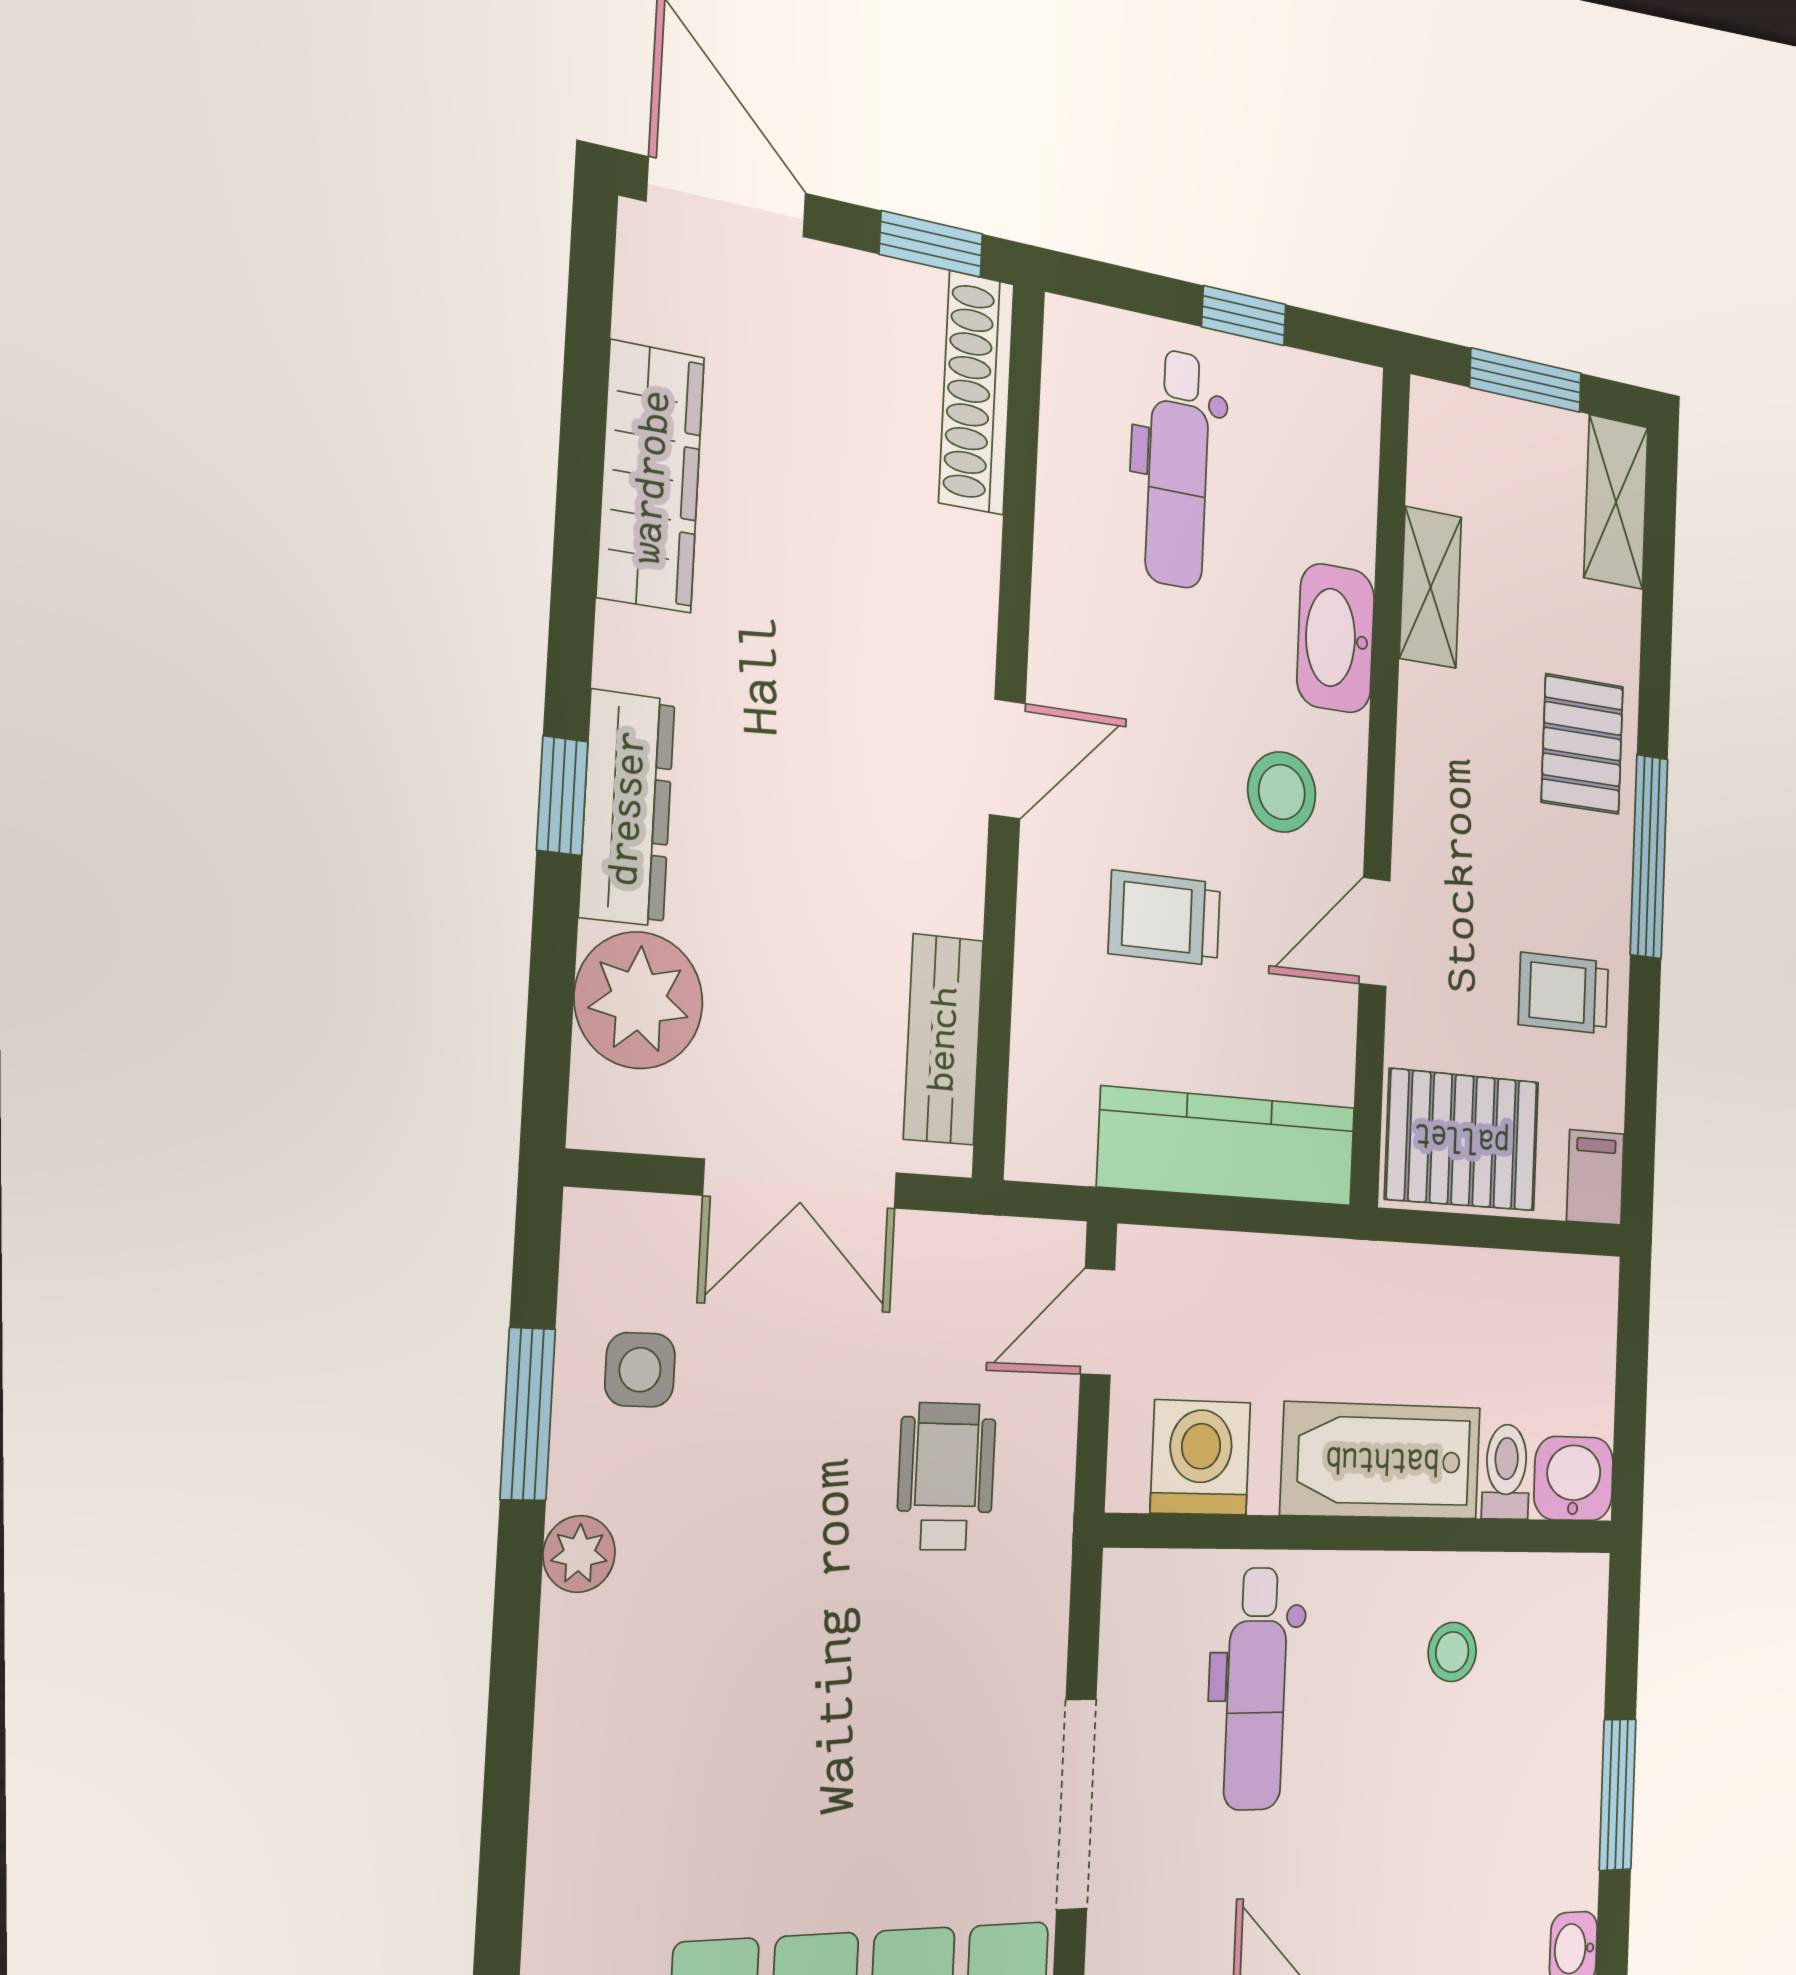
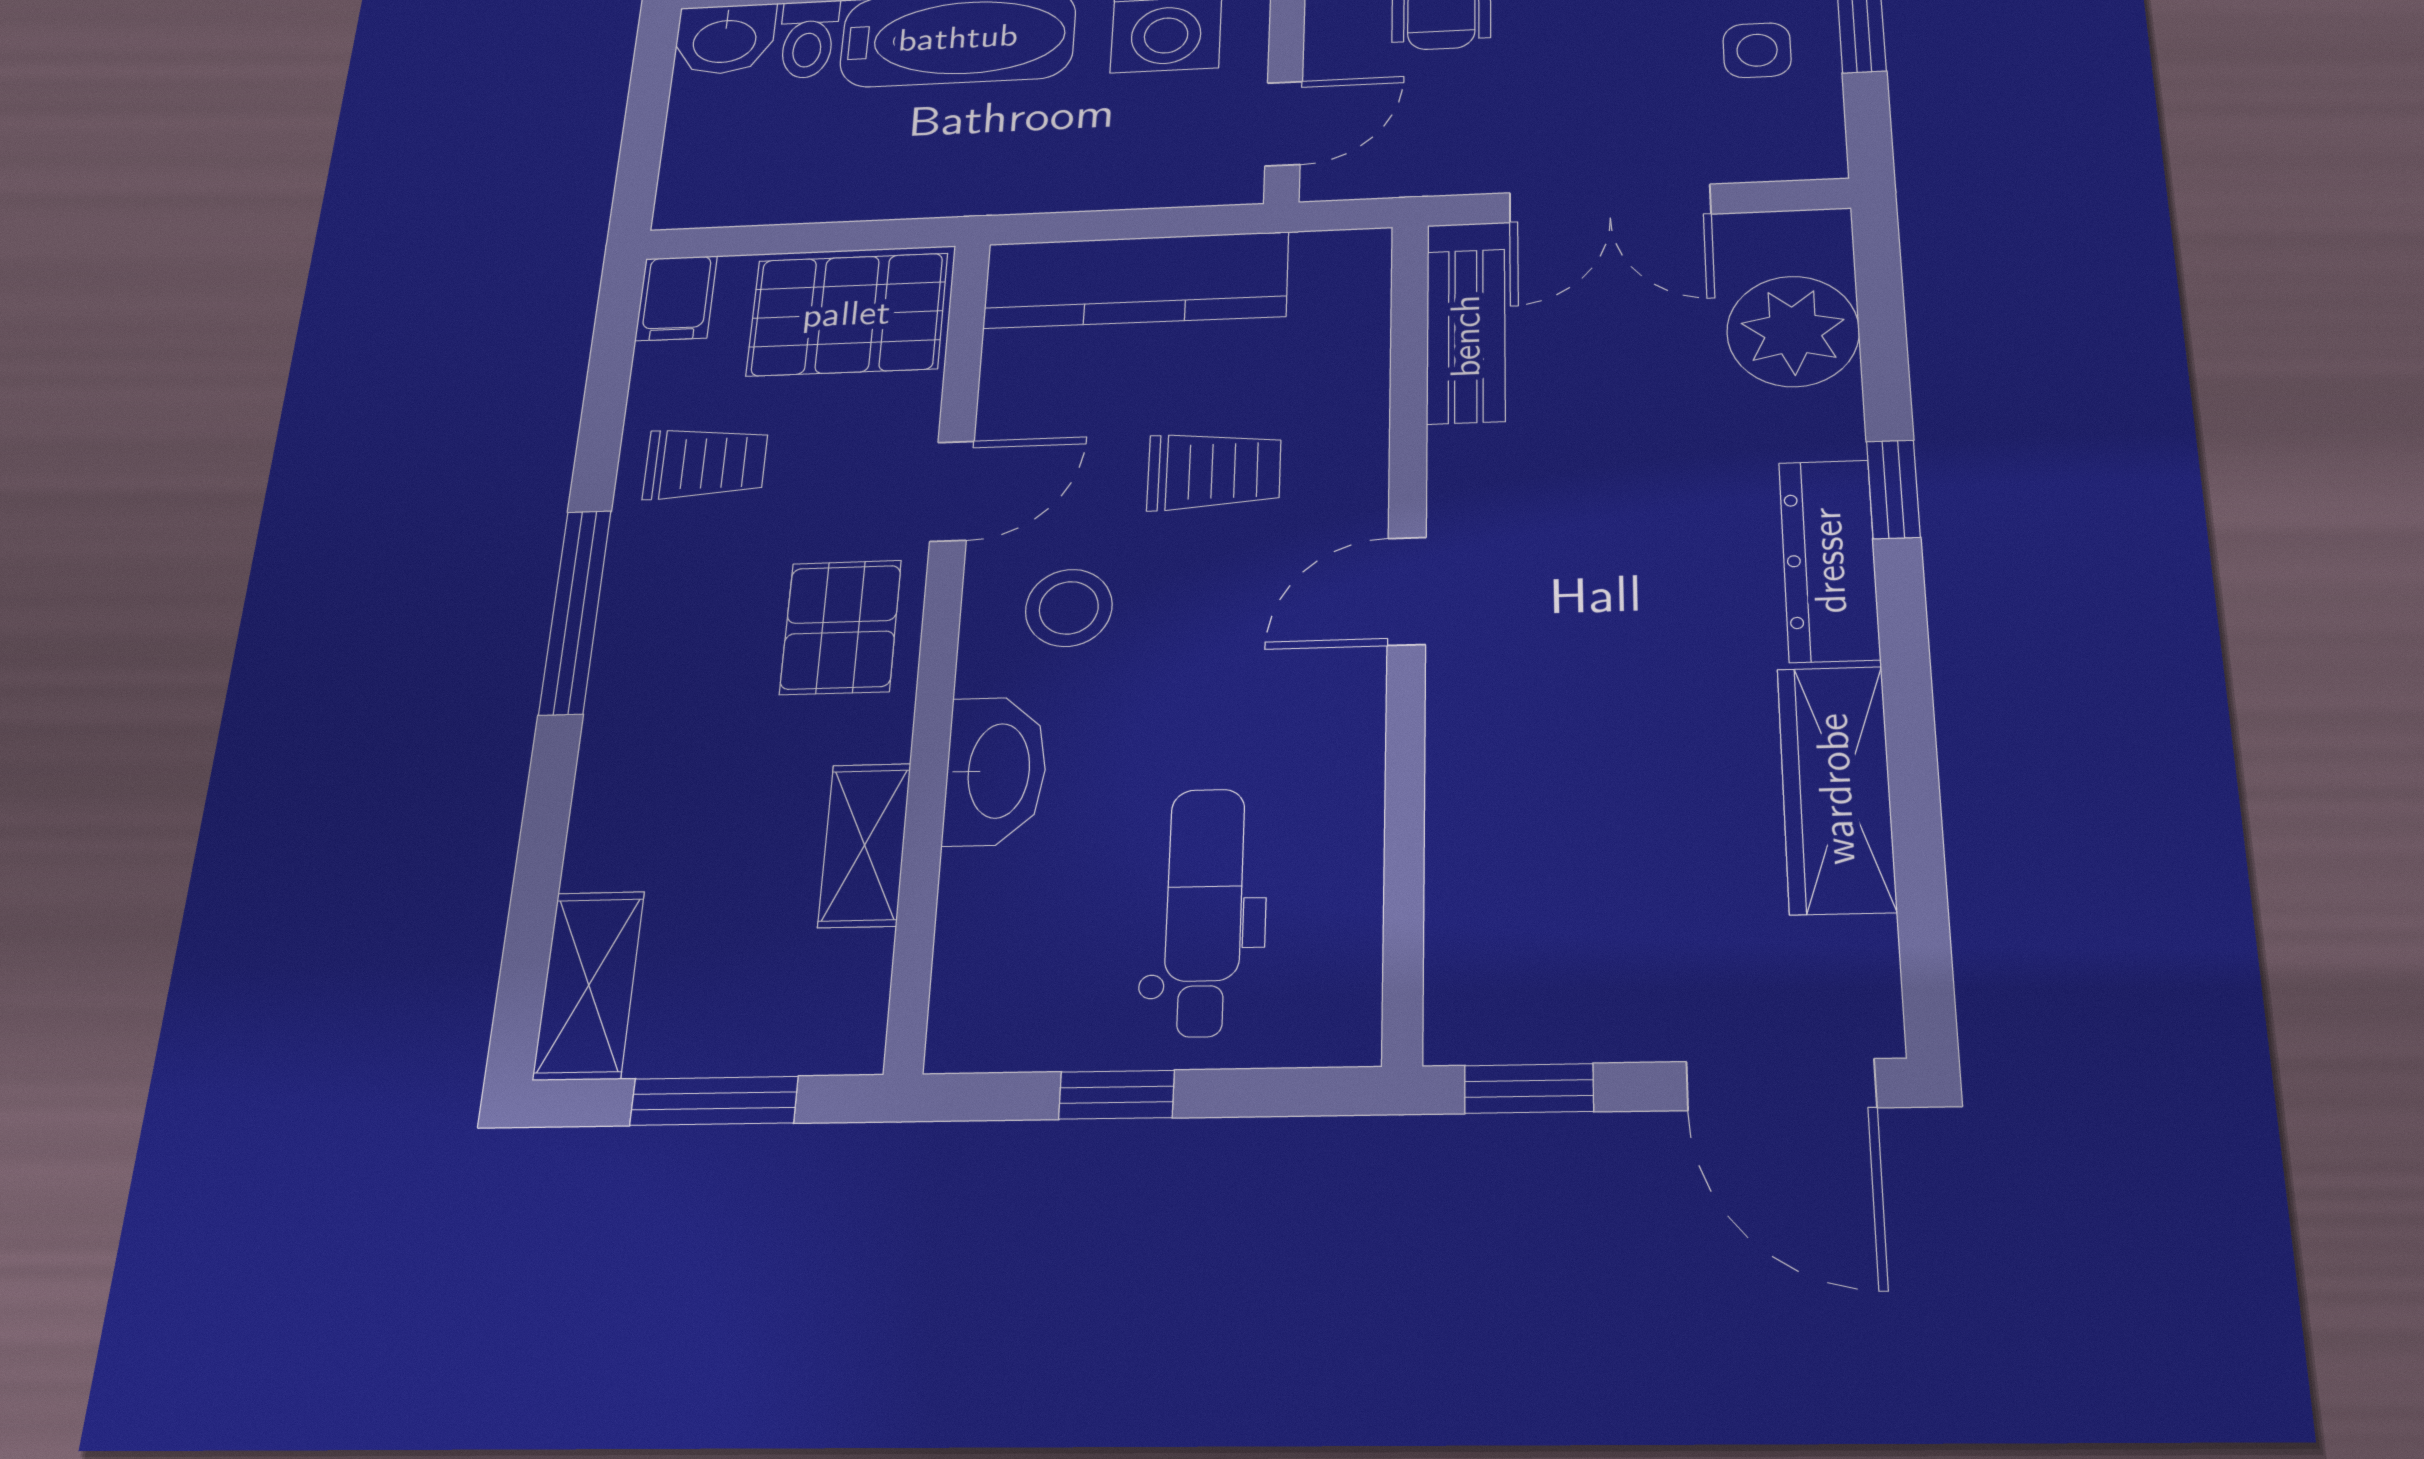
shoe rack: (976, 393) -> (1463, 942), removed
pallet: (1582, 744) -> (841, 627), moved
dresser: (627, 808) -> (1829, 560), moved
double door: (801, 1184) -> (1610, 203), swing flipped

